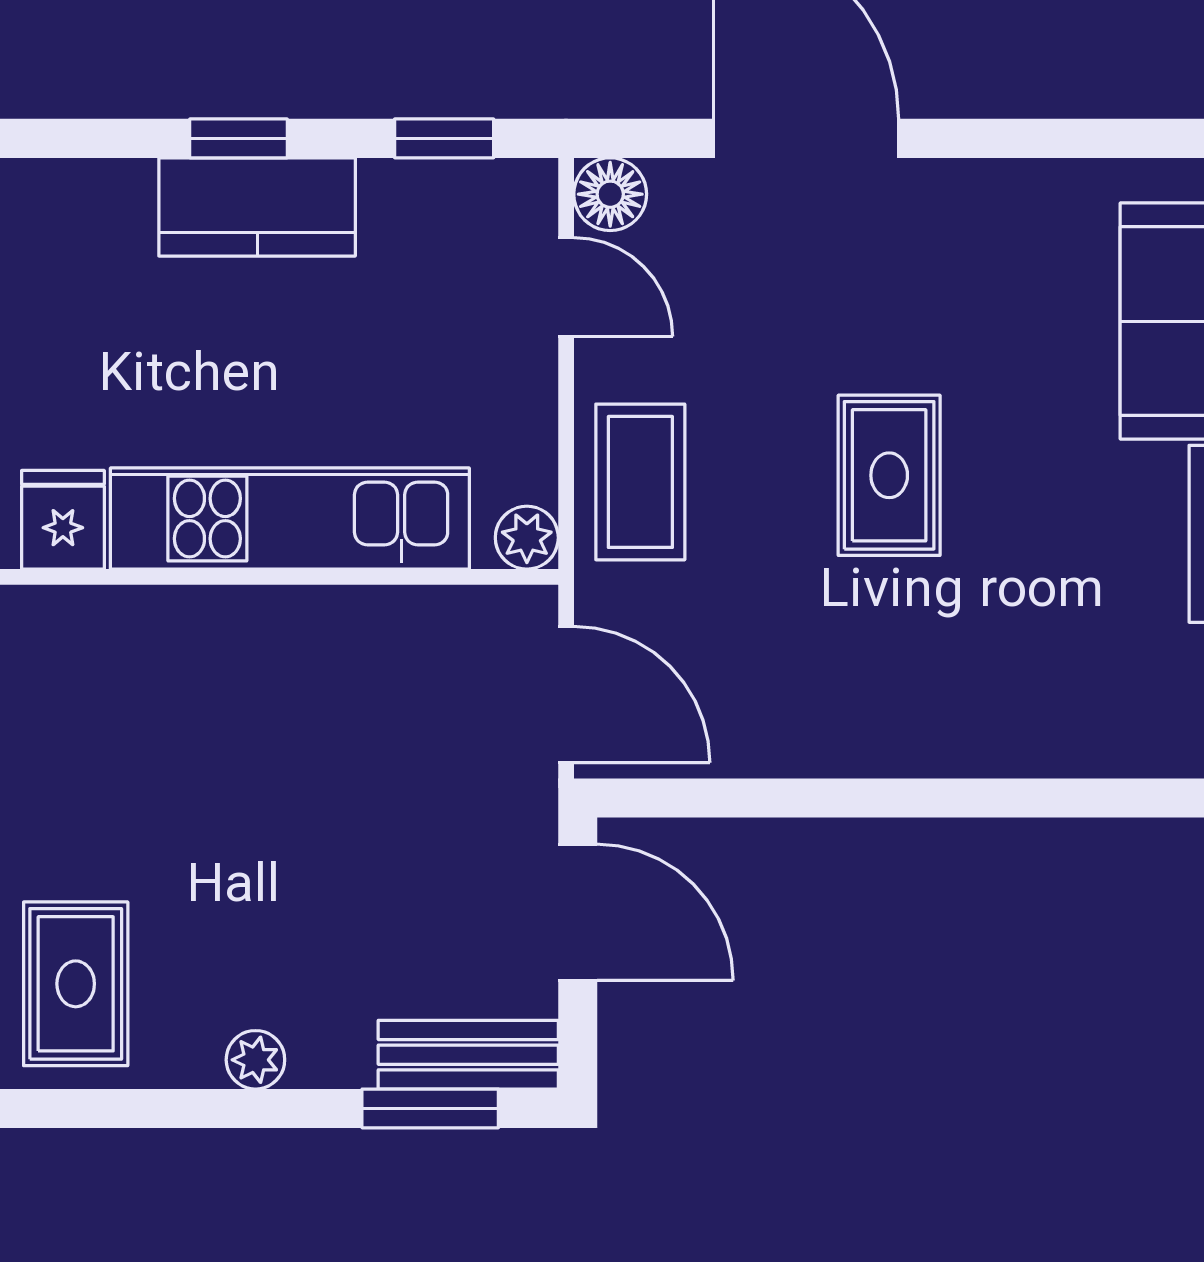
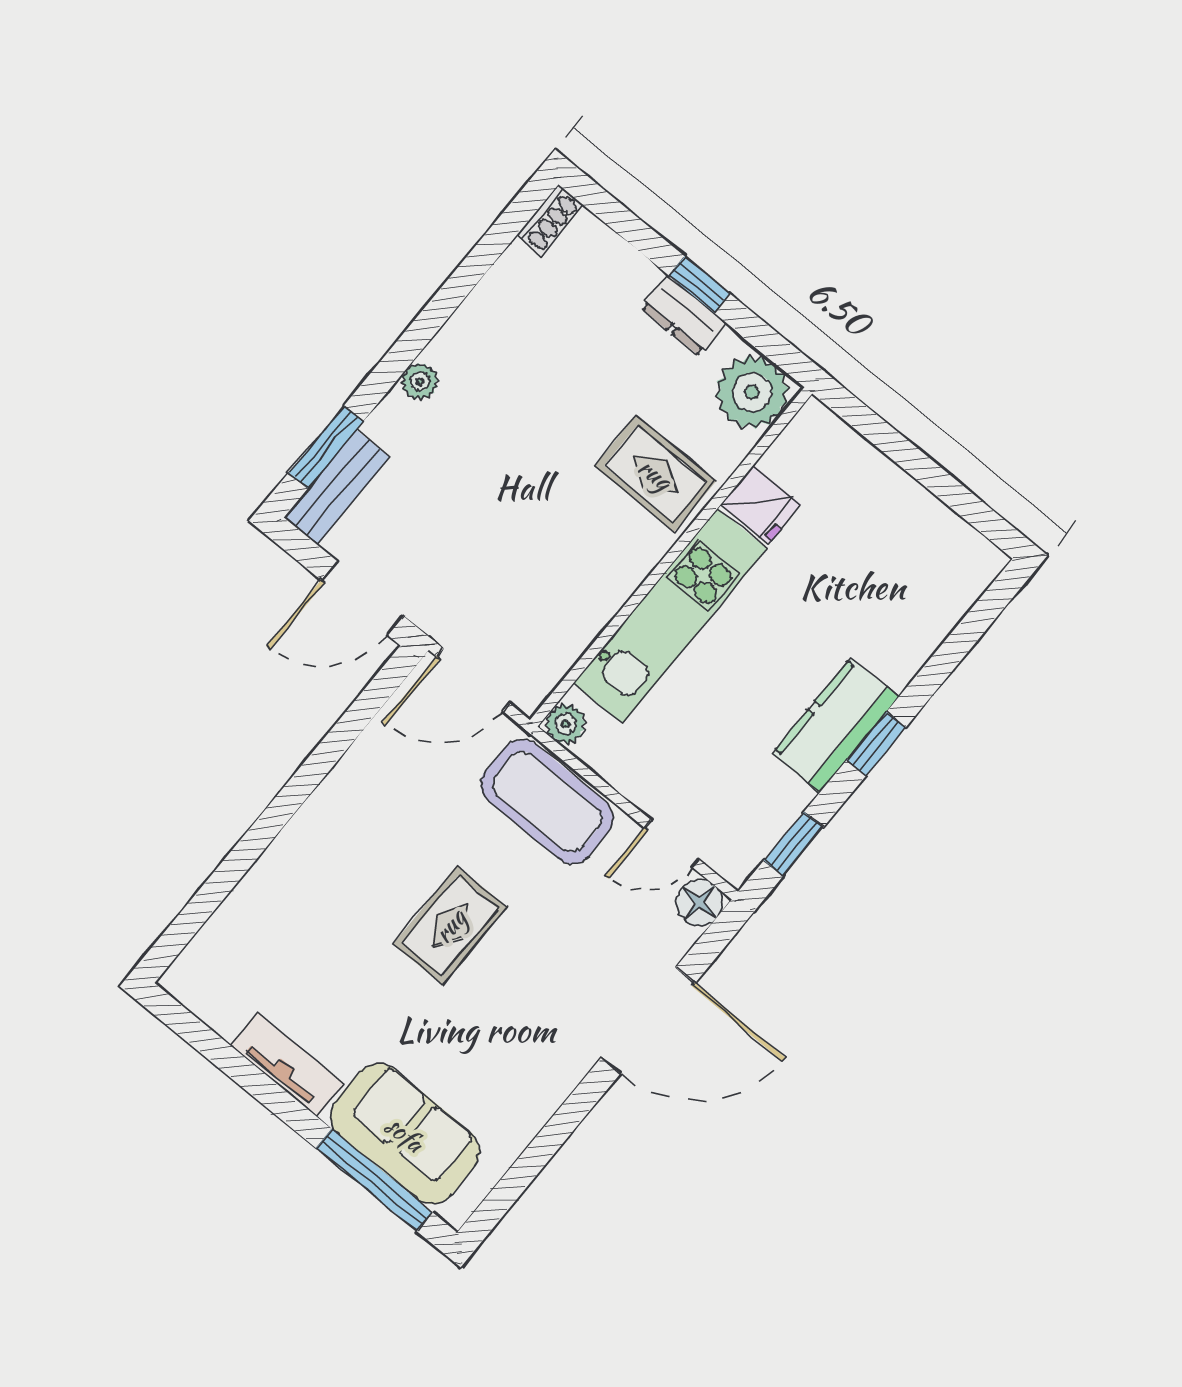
rug: (889, 475) -> (450, 926), turned 90
coffee table: (640, 482) -> (547, 802), width x1.36, depth x1.32
rug: (76, 984) -> (655, 474), moved

